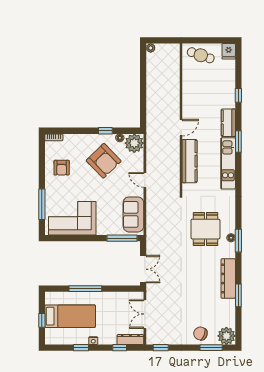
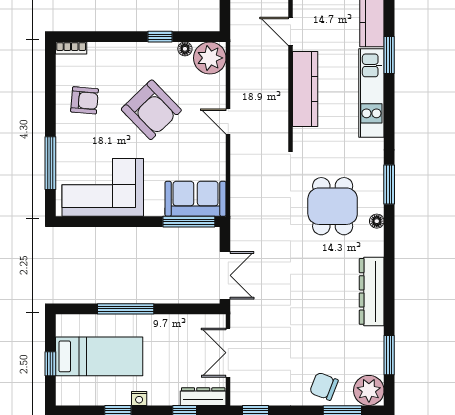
door: (181, 128) -> (290, 31), swing flipped
armchair: (104, 161) -> (151, 110), moved
armchair: (62, 168) -> (85, 100), turned -85
sofa: (133, 214) -> (196, 199), moved, turned 90
window: (238, 241) -> (389, 184), moved
window: (238, 295) -> (389, 355), moved

